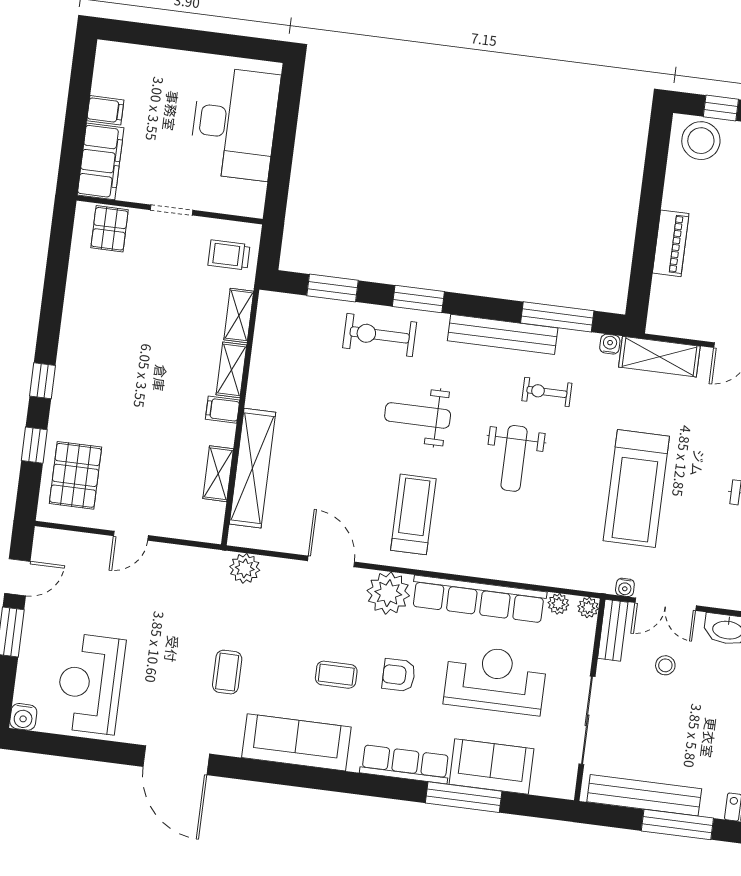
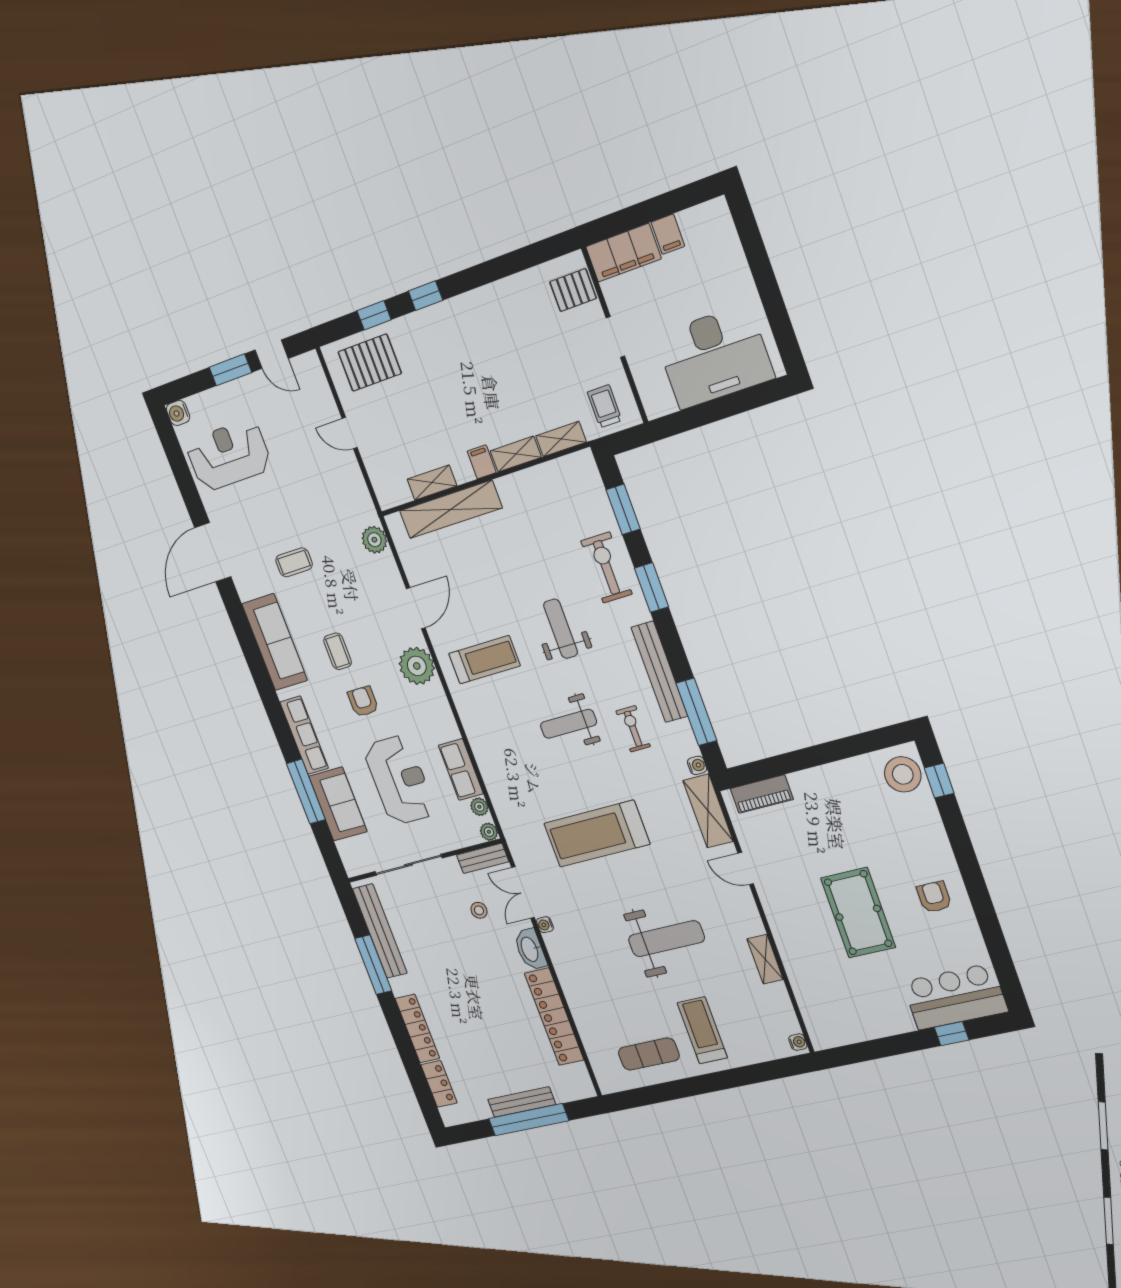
piano: (671, 243) -> (762, 794), moved
water cooler: (625, 587) -> (545, 925), moved
row of seats: (479, 599) -> (461, 769), width x0.50

